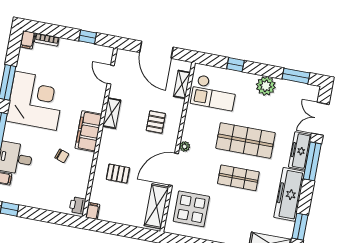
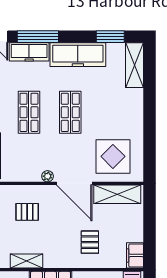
shop shelf: (245, 140) -> (29, 112), width x0.70, depth x0.74
filing cabinet: (93, 211) -> (135, 255), width x2.00

